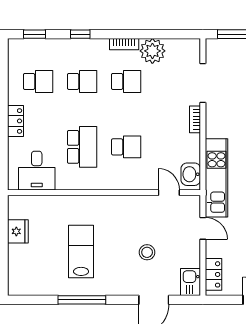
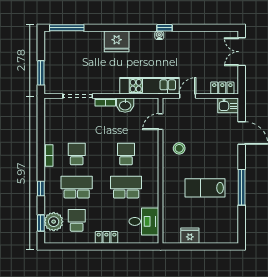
plant: (152, 51) -> (54, 222), moved
school desk: (82, 81) -> (77, 187), width x1.85
washbasin: (191, 174) -> (125, 105), moved
stool: (147, 252) -> (179, 148), moved

